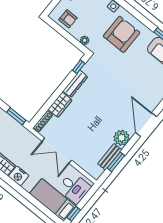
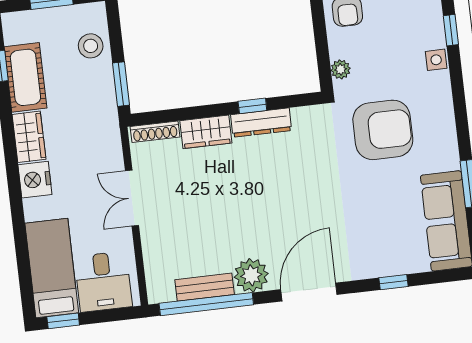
armchair: (122, 34) -> (383, 130), moved
window: (79, 67) -> (252, 106), moved
double door: (57, 151) -> (132, 198), width x0.73
window: (116, 162) -> (206, 304), width x2.11

